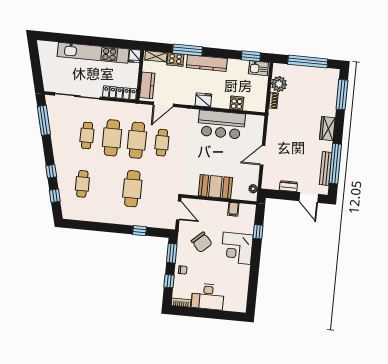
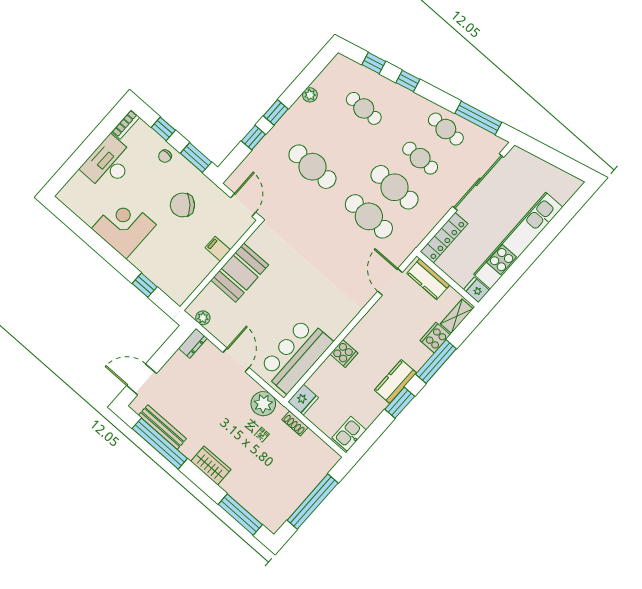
window: (251, 56) -> (400, 403), moved
kitchen counter: (207, 63) -> (395, 382), width x0.67
plant: (279, 84) -> (263, 404), moved
fridge: (203, 100) -> (303, 400), moved
cooker: (237, 103) -> (344, 353), moved
bar counter: (221, 125) -> (296, 355), moved
cafe table: (162, 143) -> (446, 129), moved
dresser: (289, 186) -> (193, 343), moved
filing cabinet: (233, 209) -> (218, 249), moved
door: (179, 210) -> (243, 205), swing flipped
plant: (96, 217) -> (310, 95), added
window: (118, 229) -> (276, 112), added
corner desk: (237, 248) -> (124, 227), moved

